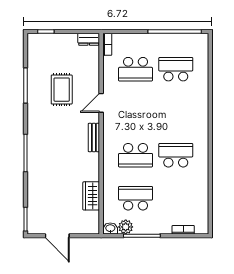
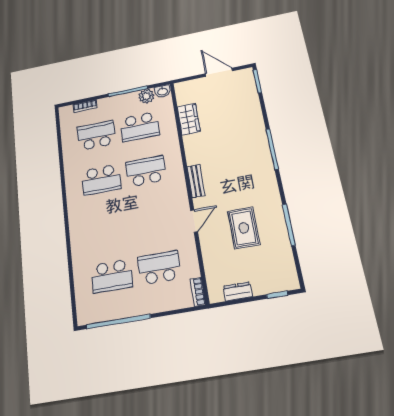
dresser: (89, 39) -> (238, 291), moved
school desk: (176, 198) -> (96, 135), added

